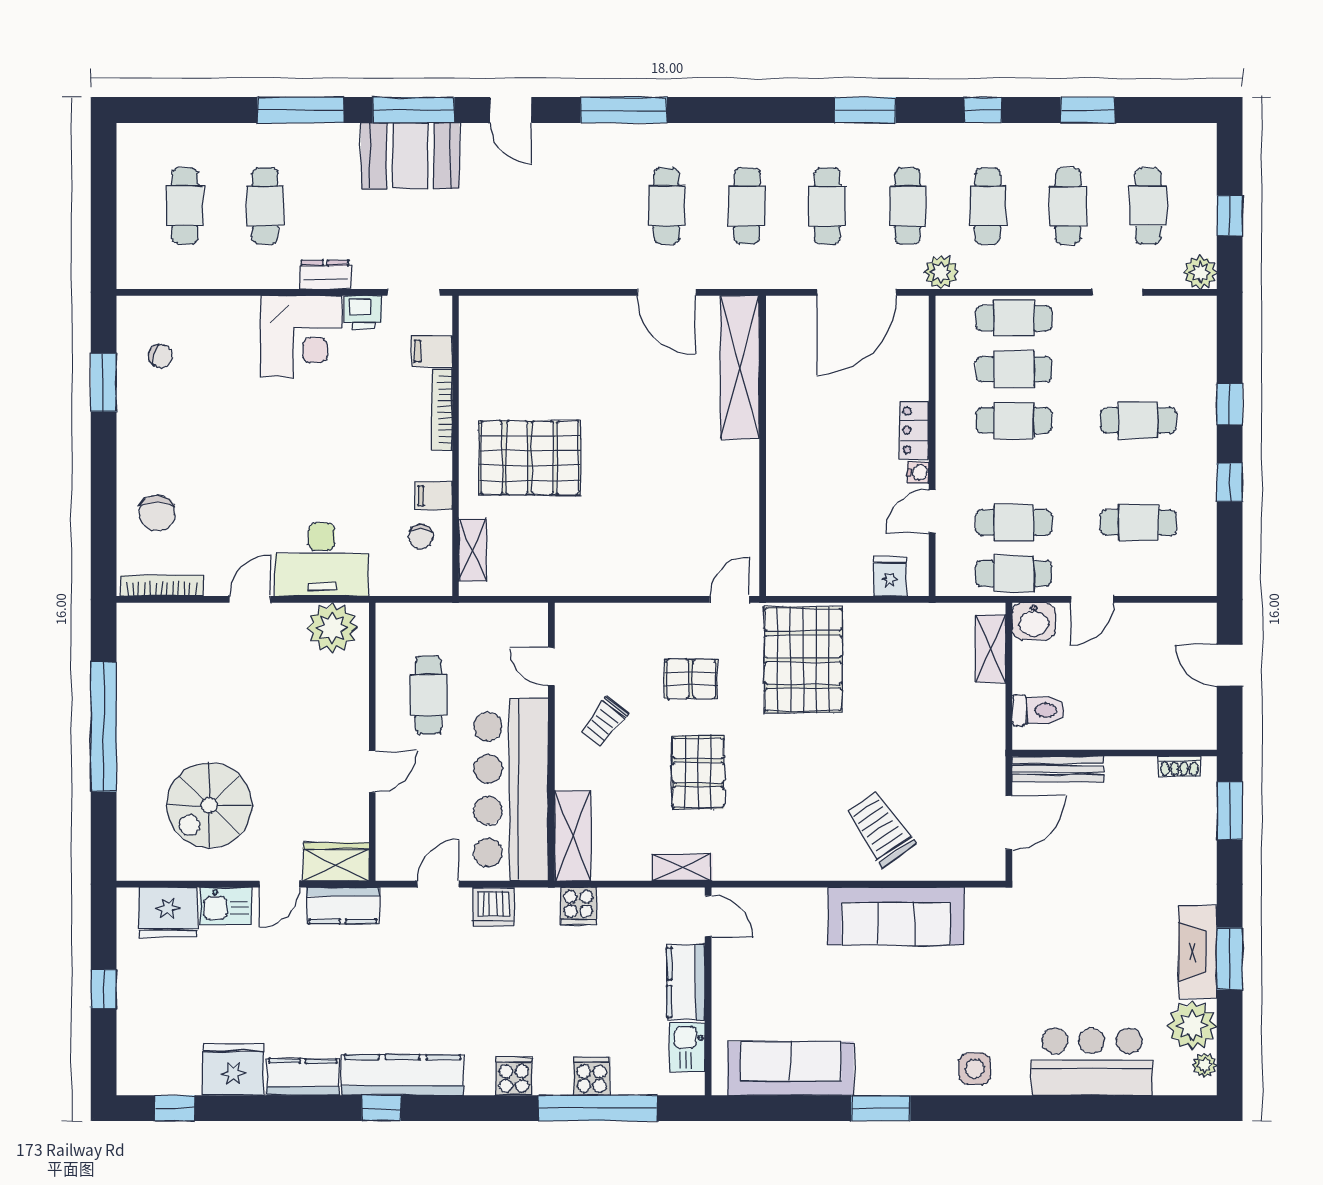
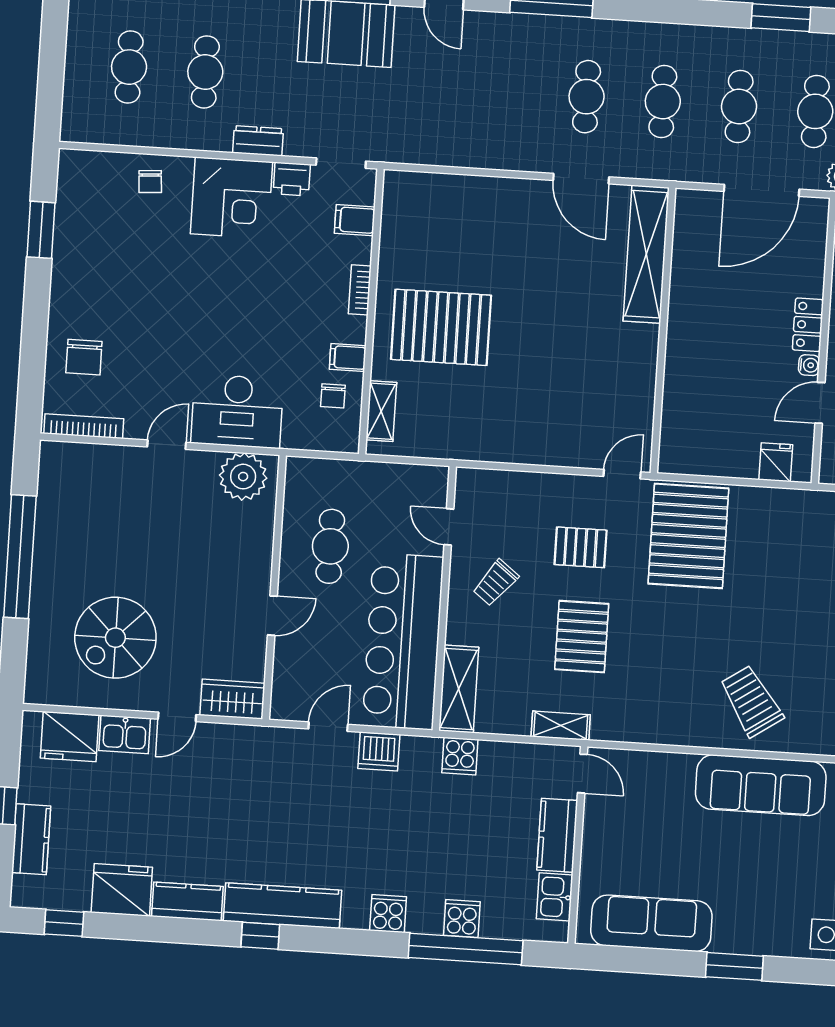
chair: (161, 356) -> (150, 182), moved, turned 73
bookcase: (442, 409) -> (360, 290), width x0.64
kitchen counter: (343, 906) -> (31, 839), moved, turned -90

